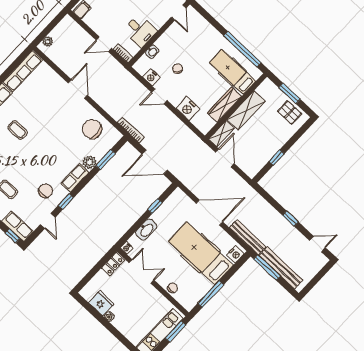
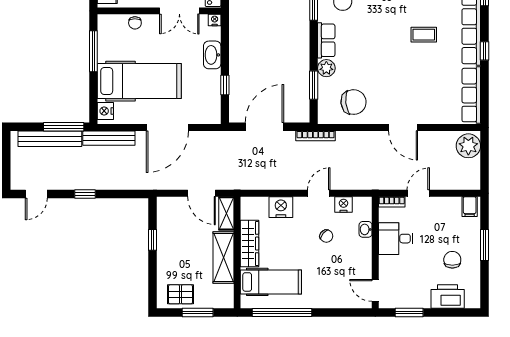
plant: (48, 42) -> (468, 146), width x1.88, depth x1.88

